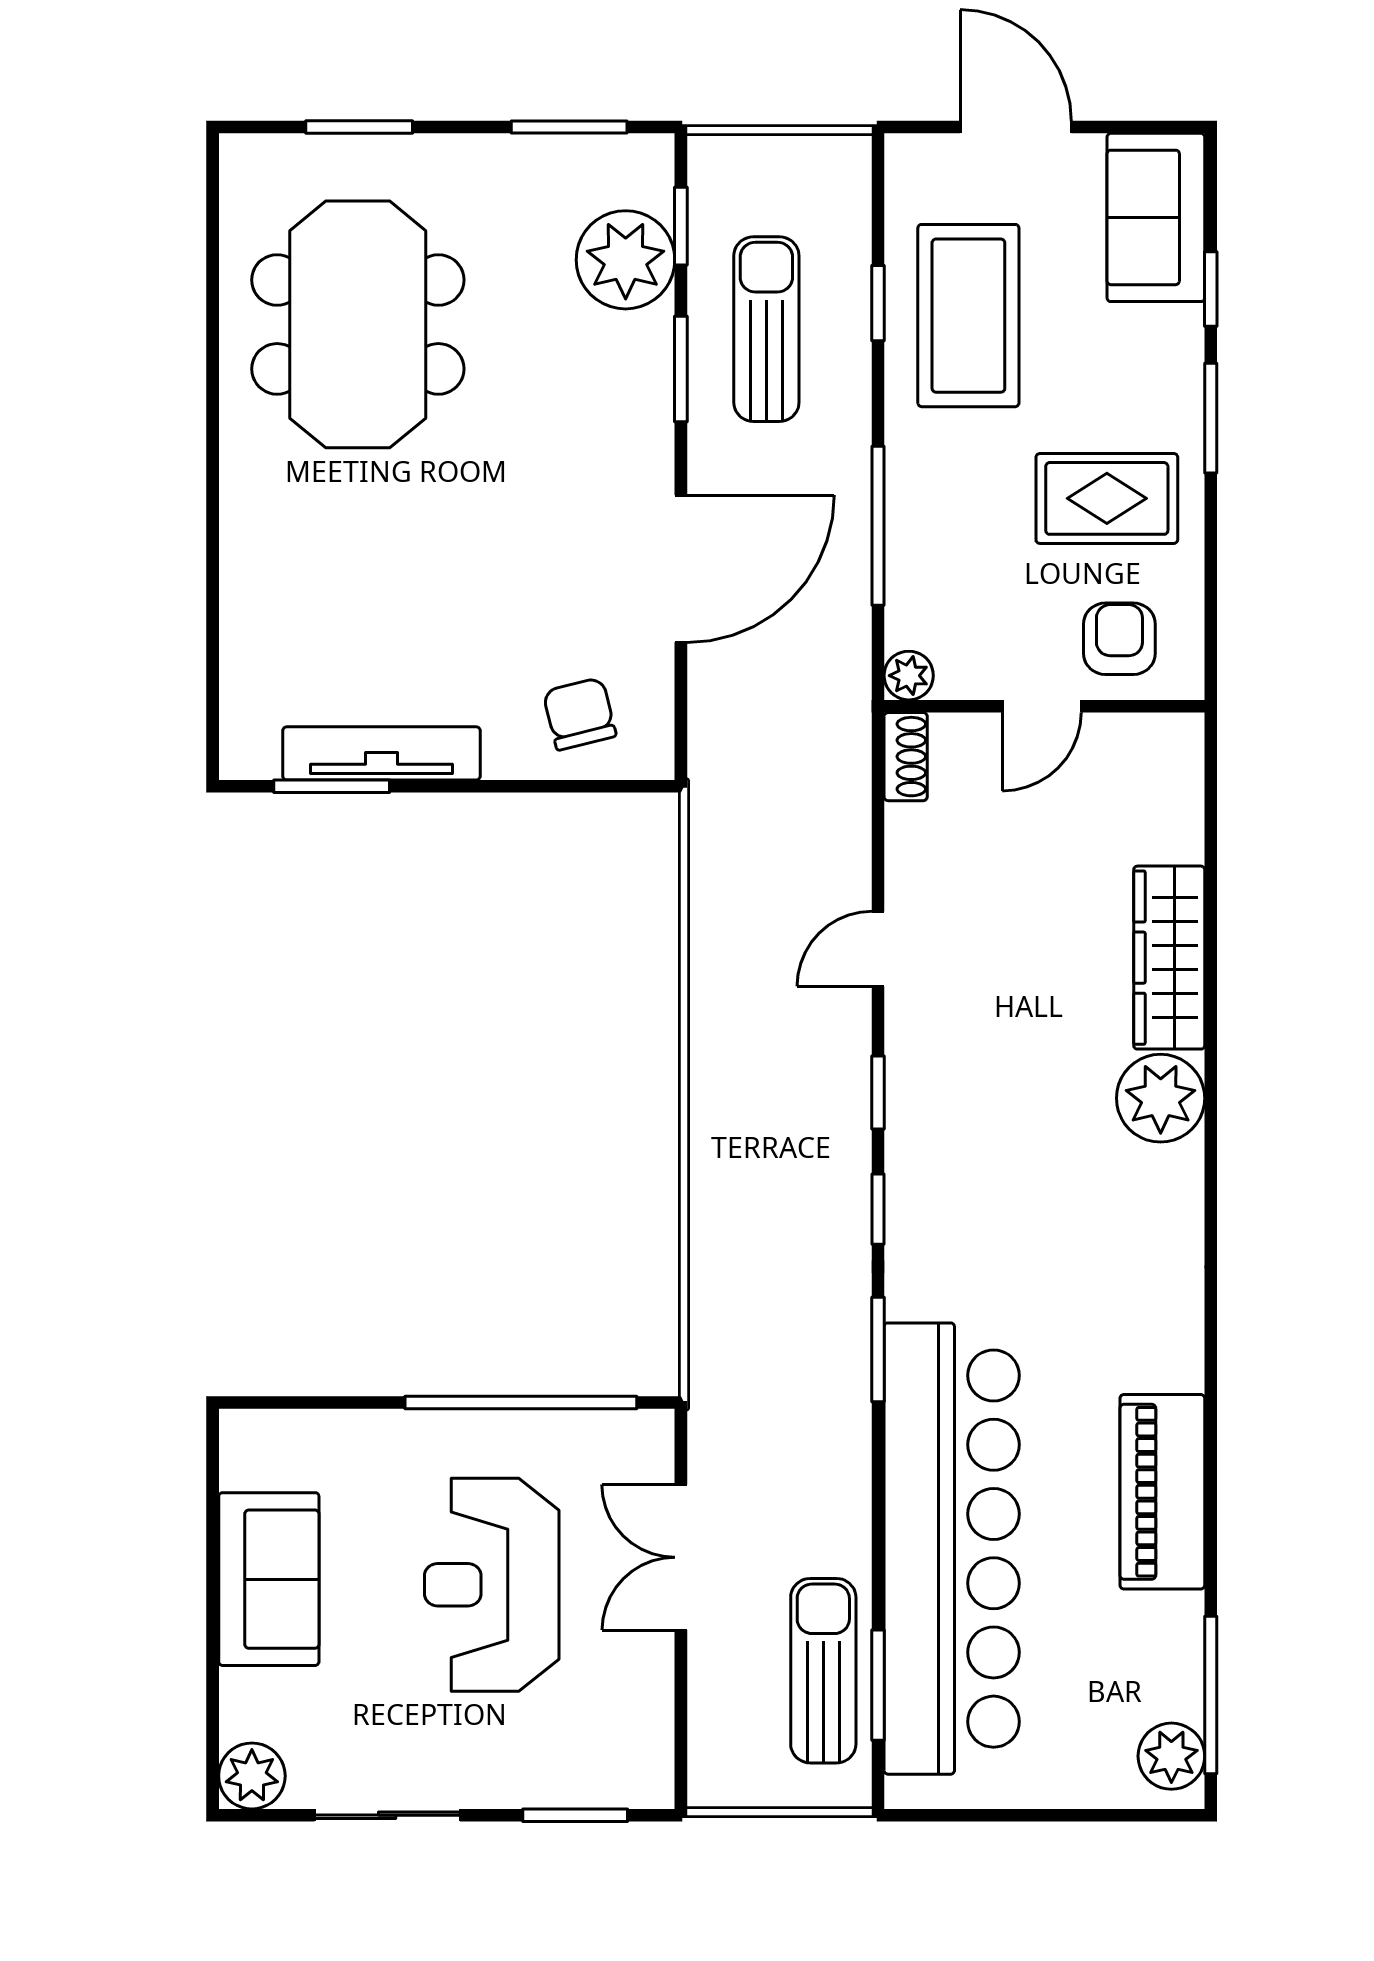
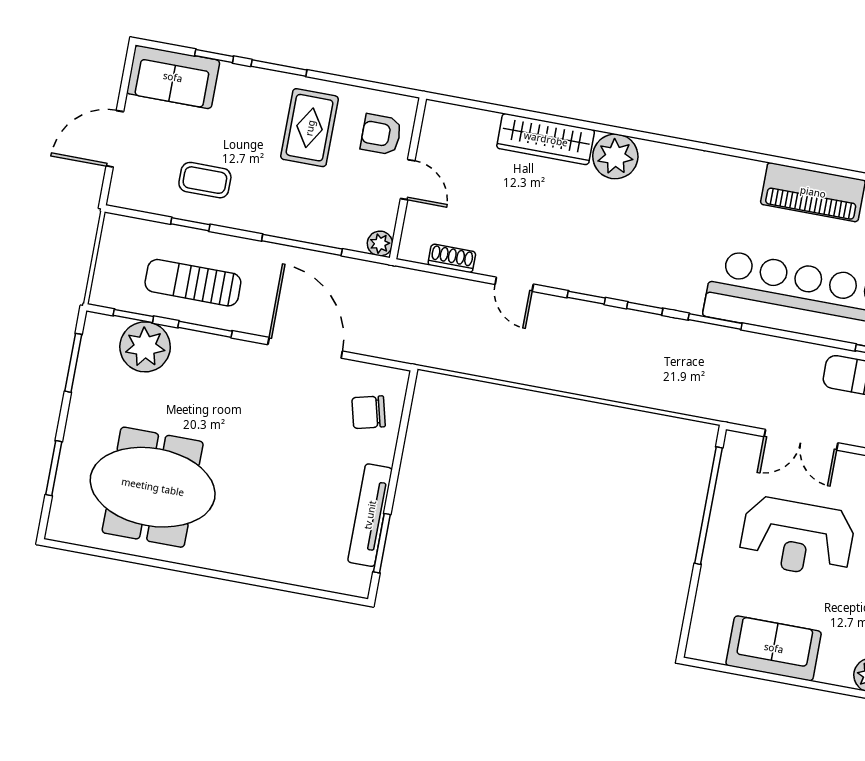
coffee table: (968, 316) -> (205, 180), width x0.54, depth x0.58
shoe rack: (906, 757) -> (452, 258), moved

